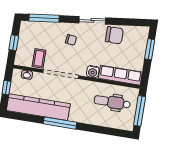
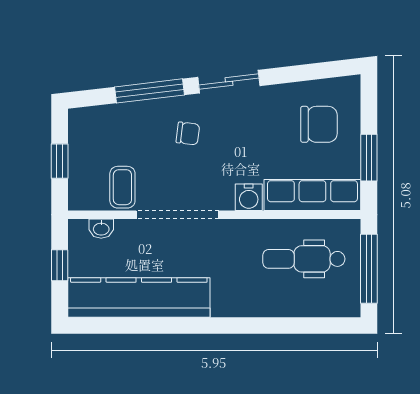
window: (44, 18) -> (149, 91), moved
chair: (114, 35) -> (319, 124), moved
window: (150, 49) -> (369, 158), moved
window: (60, 123) -> (194, 326), removed

